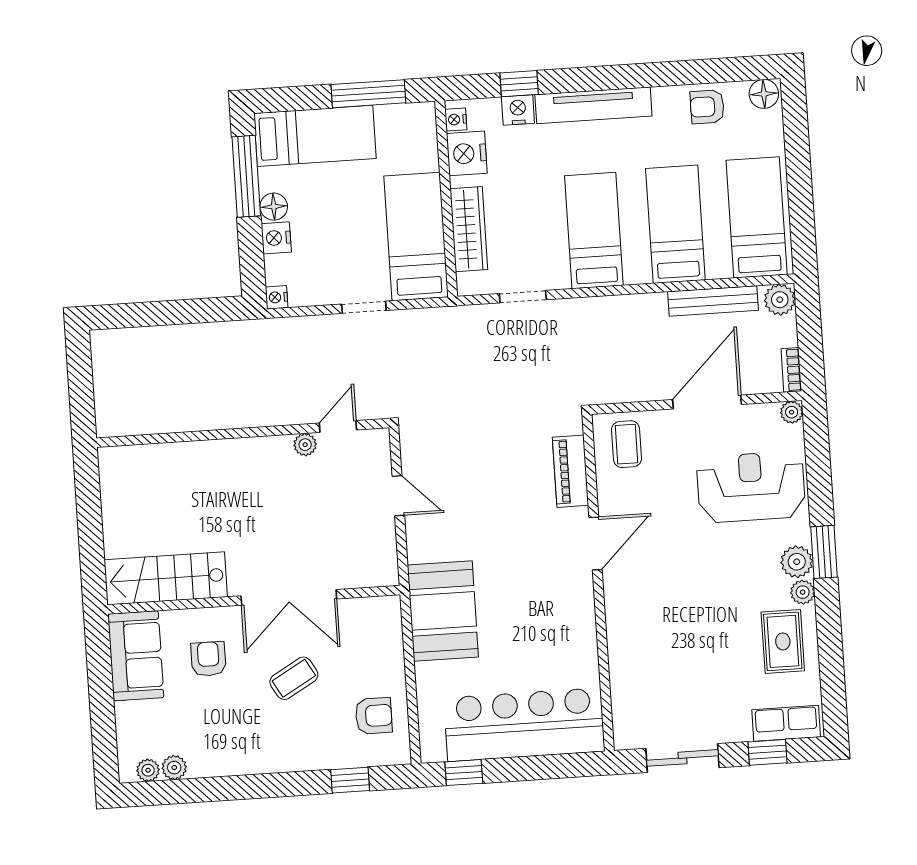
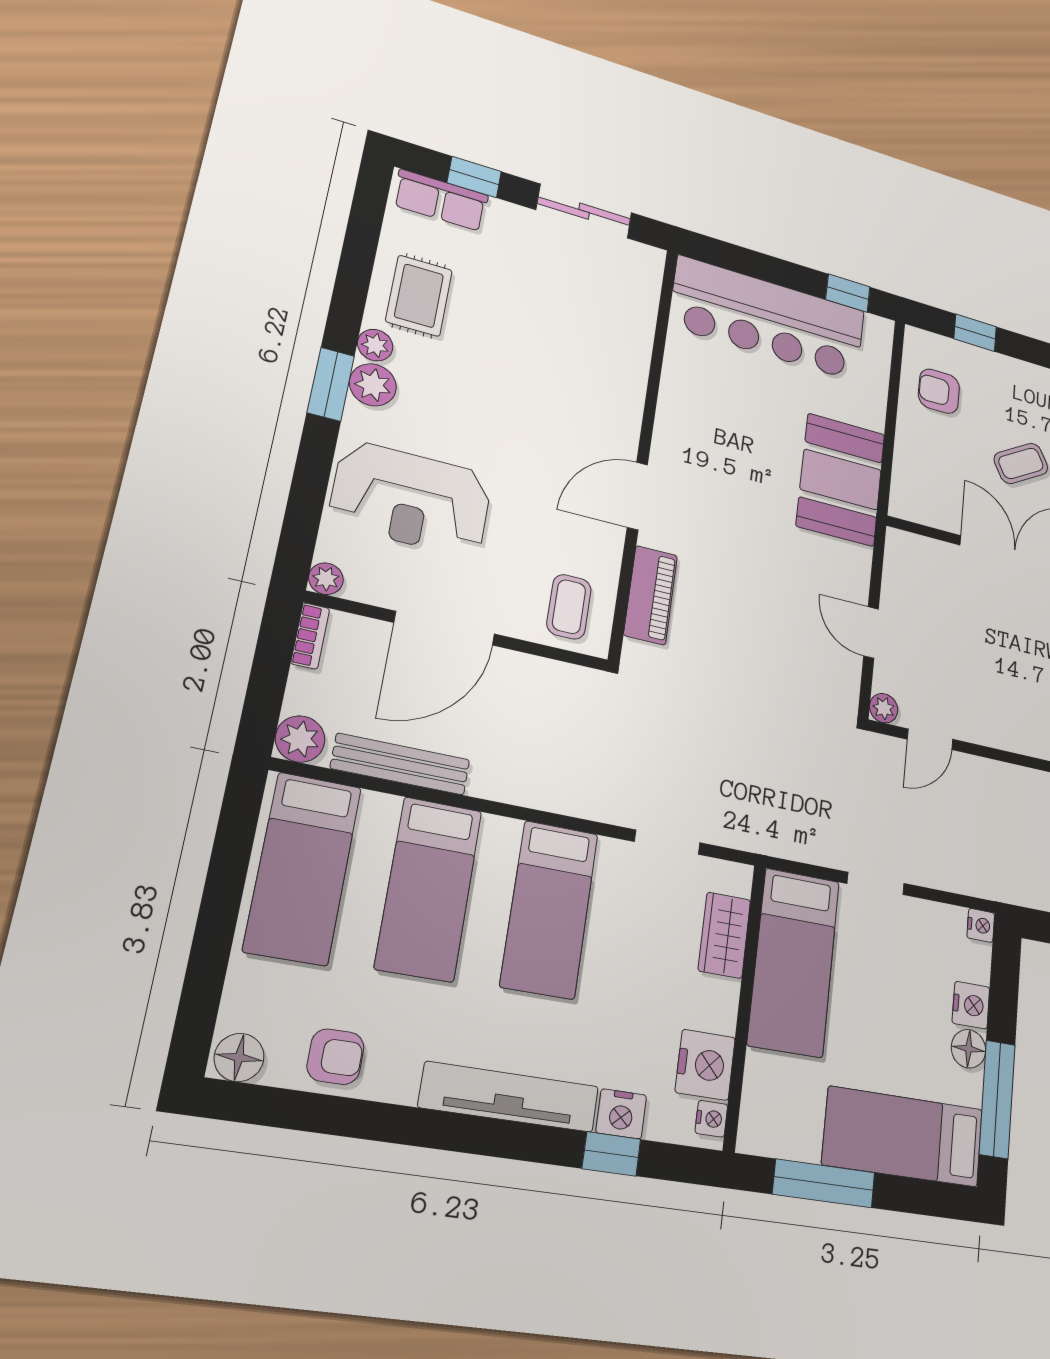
wardrobe: (469, 229) -> (724, 935), width x0.67
plant: (305, 445) -> (884, 708), moved

